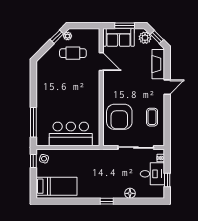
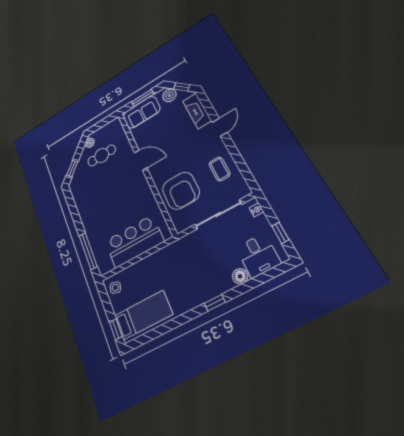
window: (57, 37) -> (72, 169), moved
door: (101, 62) -> (141, 160), moved
window: (33, 161) -> (116, 329), moved
desk: (152, 174) -> (258, 255), moved, turned 90

